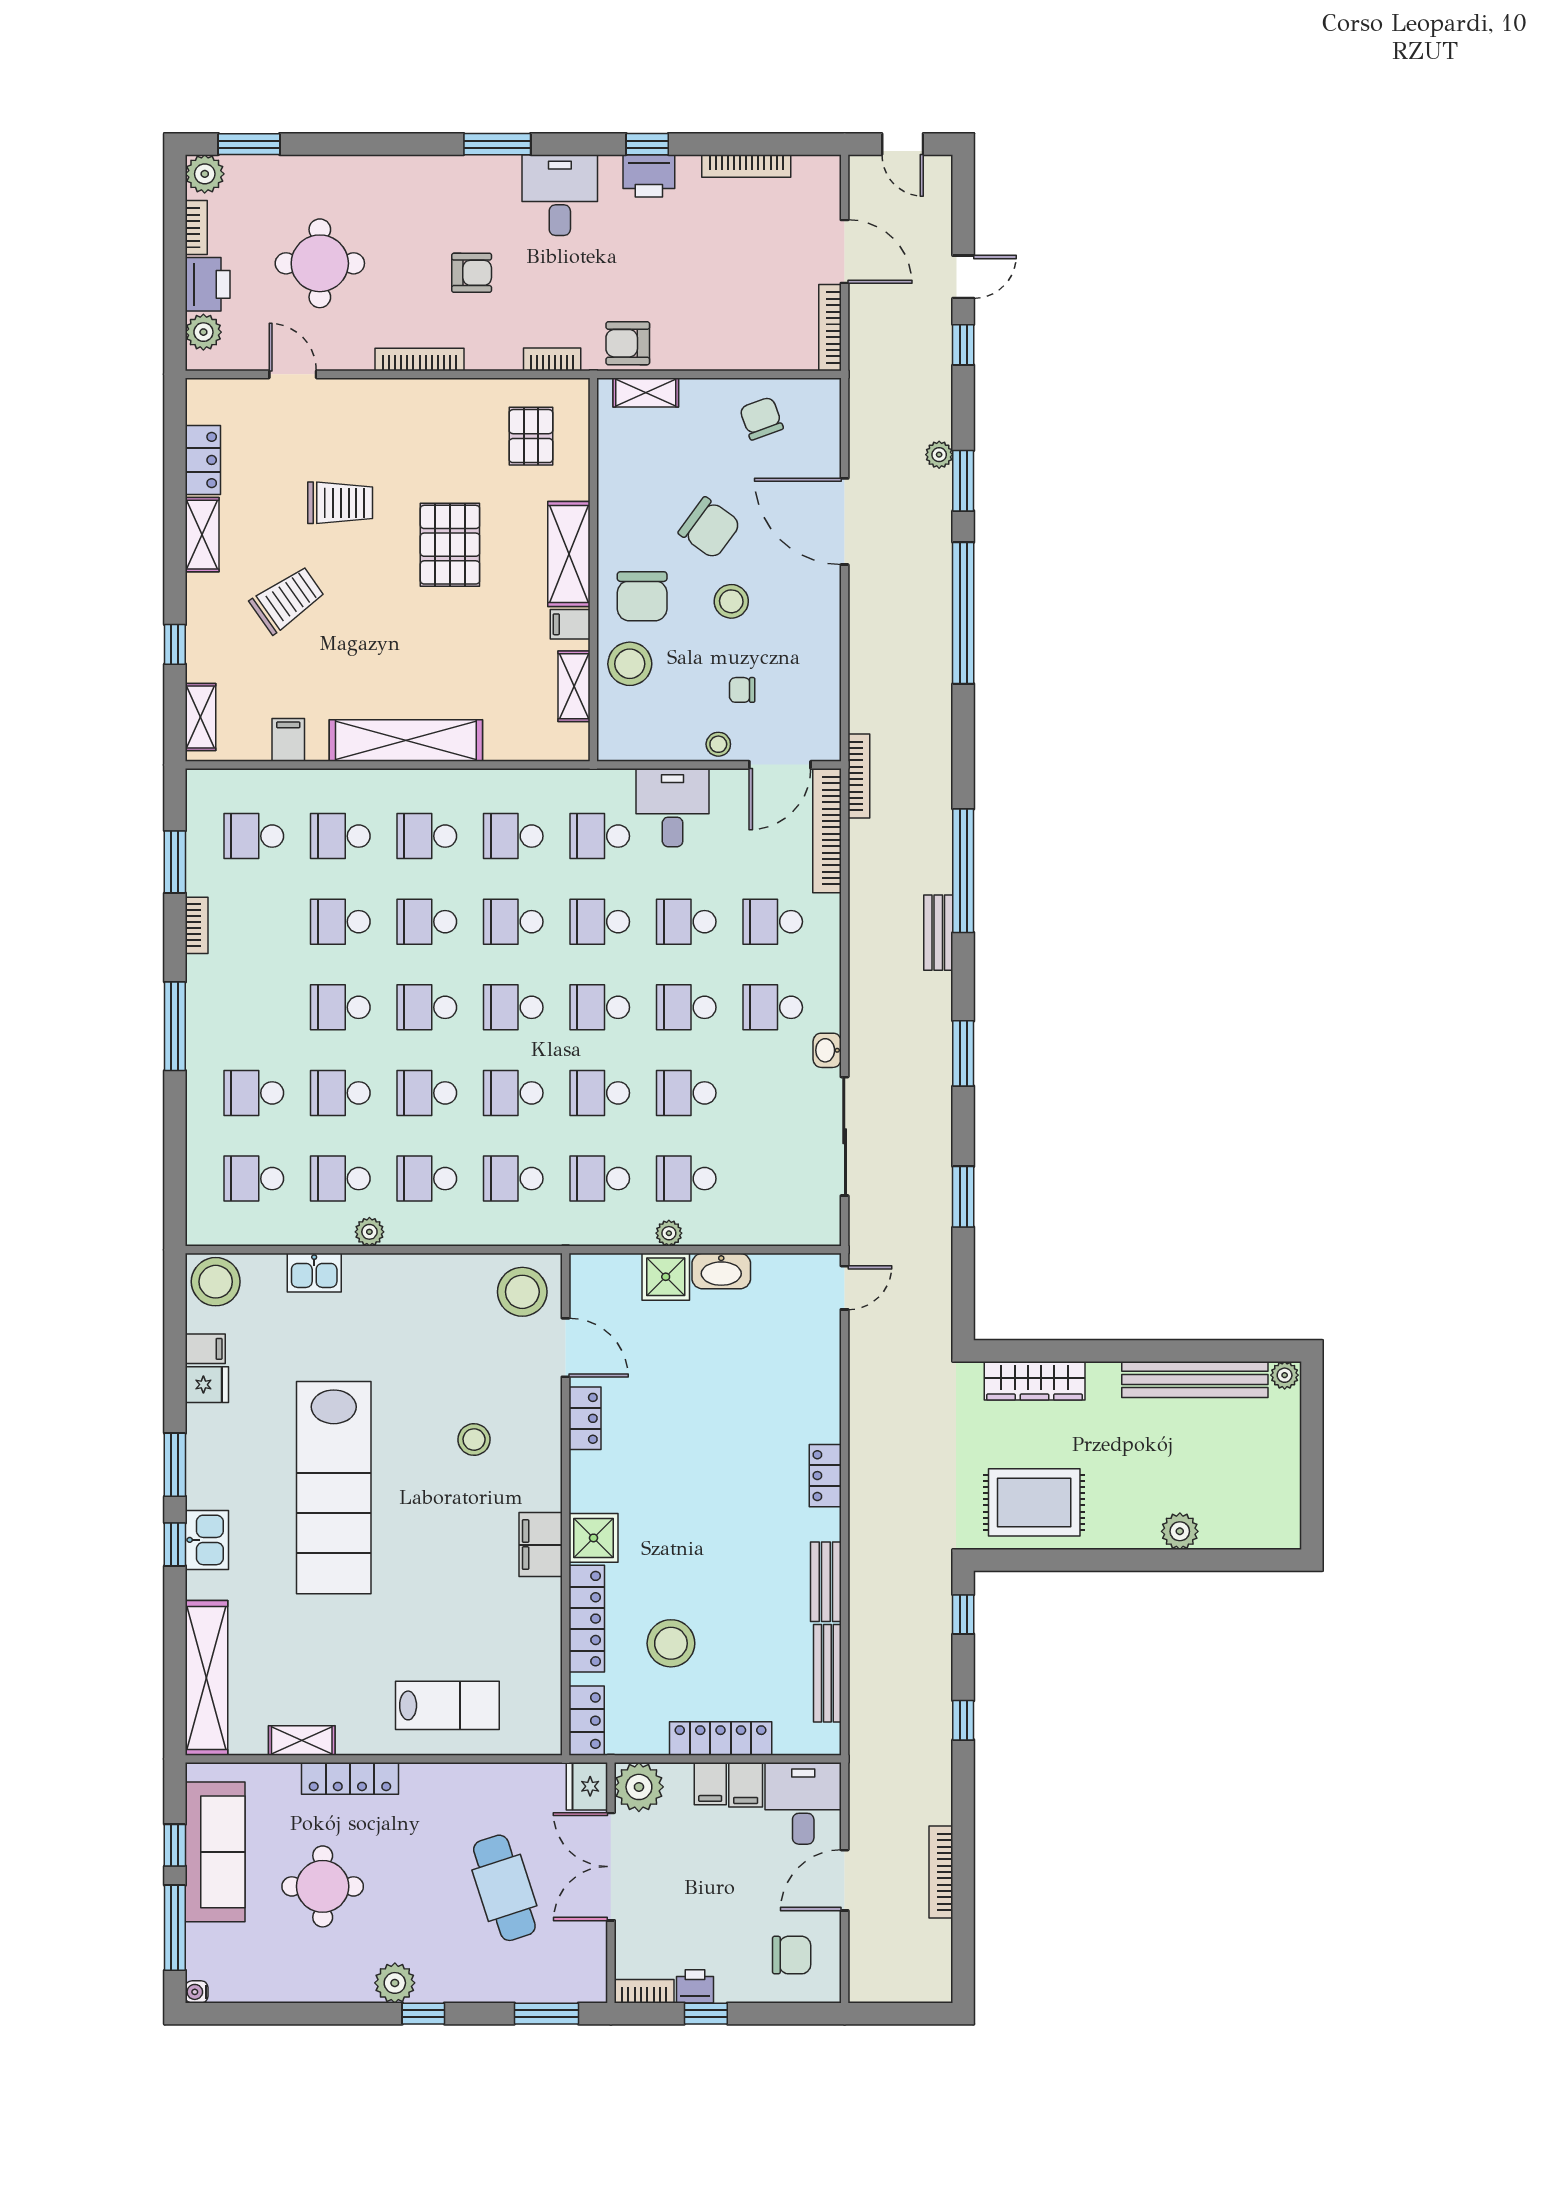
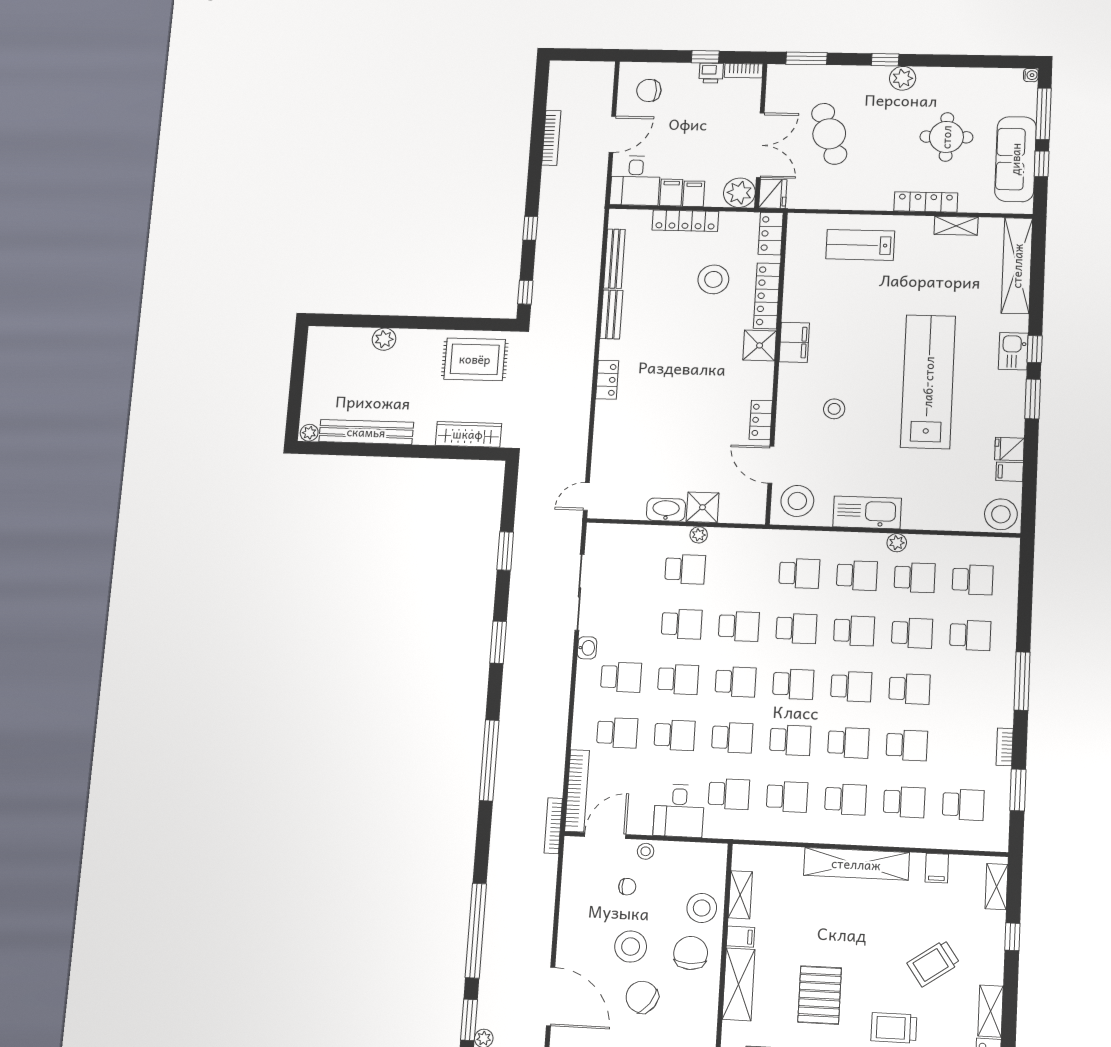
stool: (731, 601) -> (631, 947), width x1.38, depth x1.38
bench: (938, 933) -> (508, 721), removed
school desk: (600, 1179) -> (742, 571), removed
kitchen sink: (314, 1273) -> (867, 512), moved, width x1.88, depth x1.24

